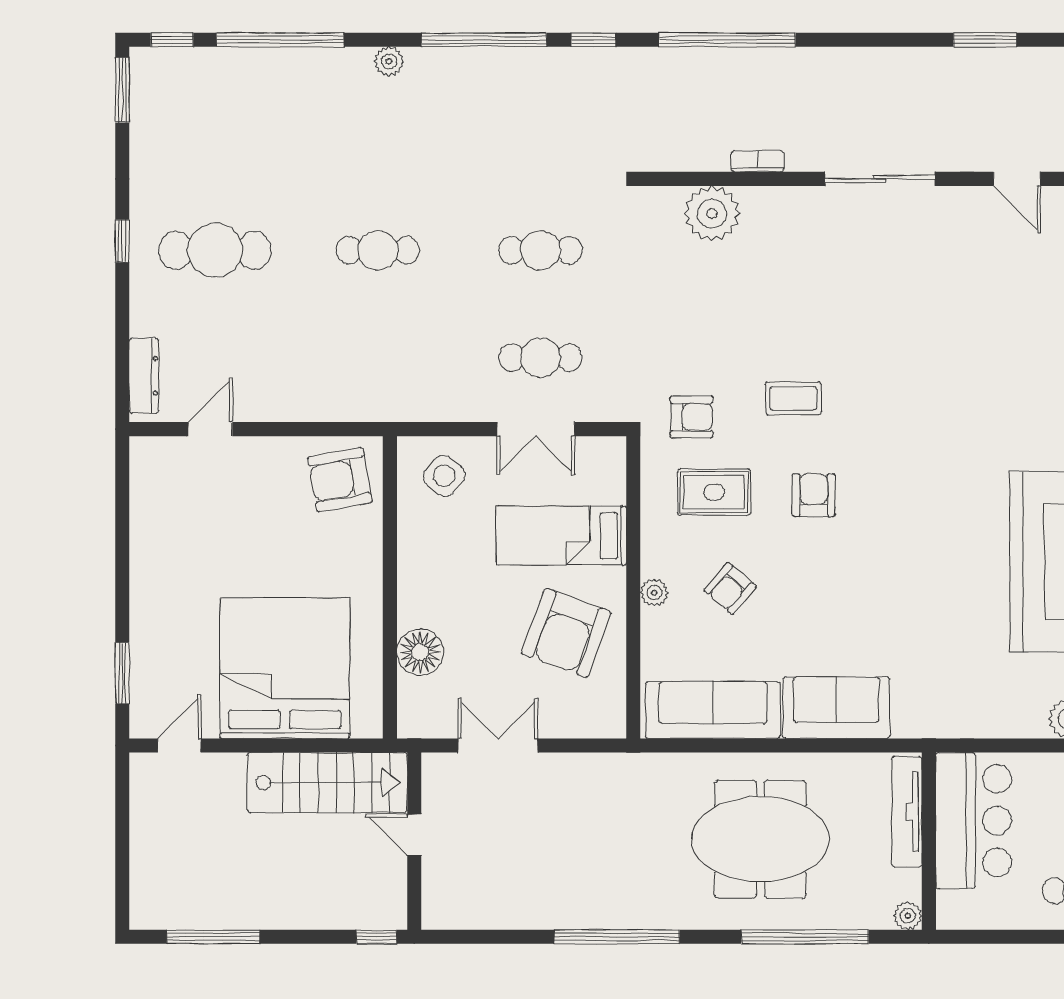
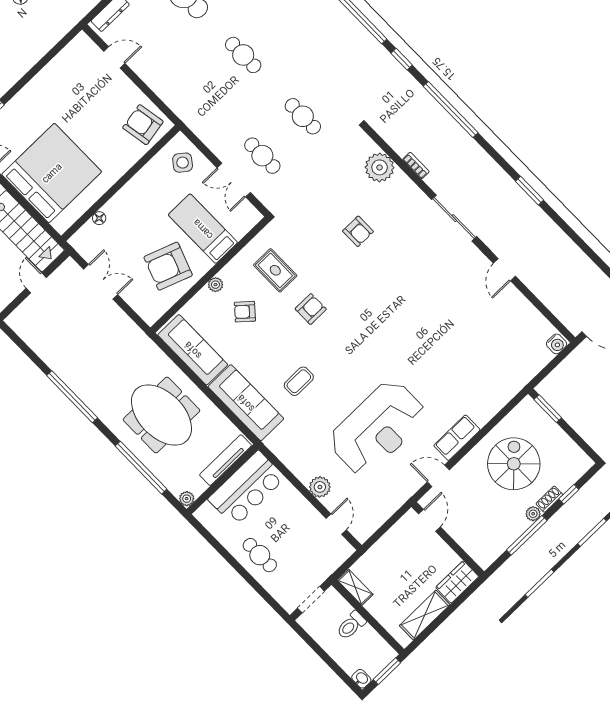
window: (985, 40) -> (530, 191), moved
coffee table: (793, 398) -> (299, 381), moved, turned 90
armchair: (692, 417) -> (358, 231), moved
floor lamp: (420, 652) -> (99, 218), width x0.53, depth x0.53
sofa: (836, 708) -> (246, 403), width x1.36

